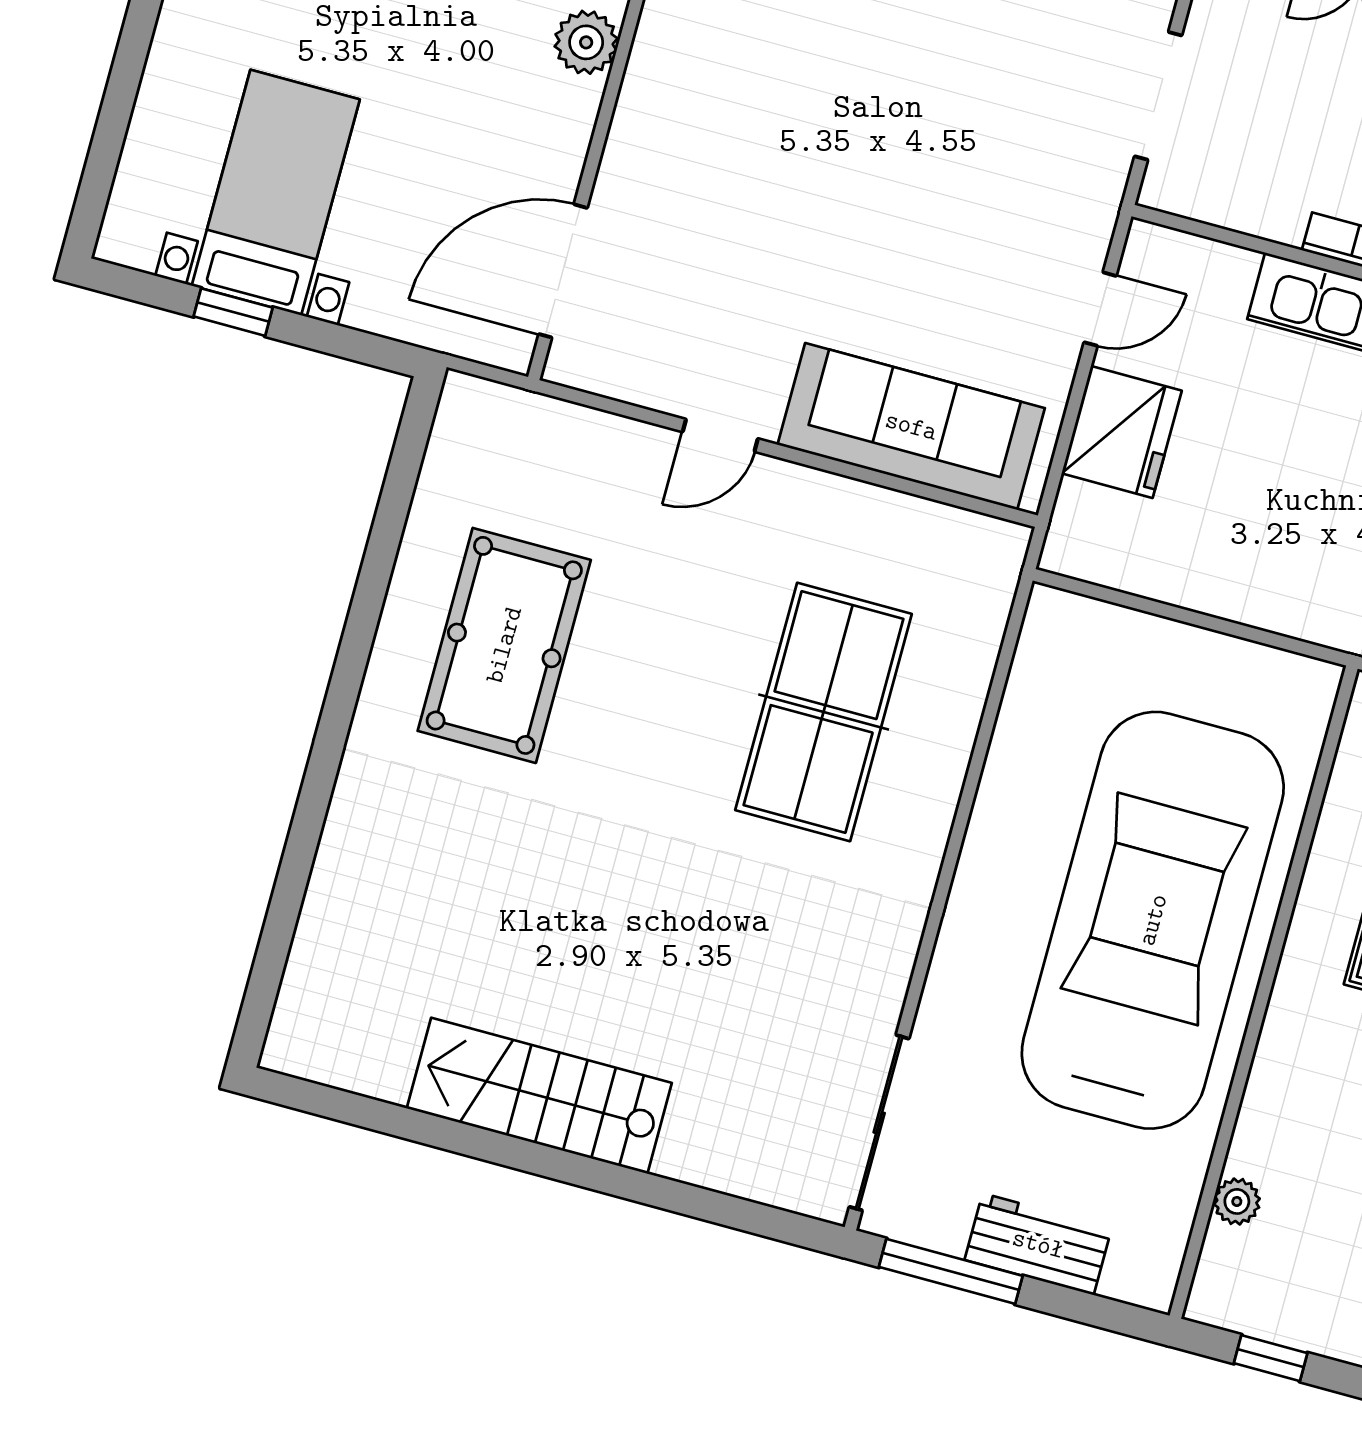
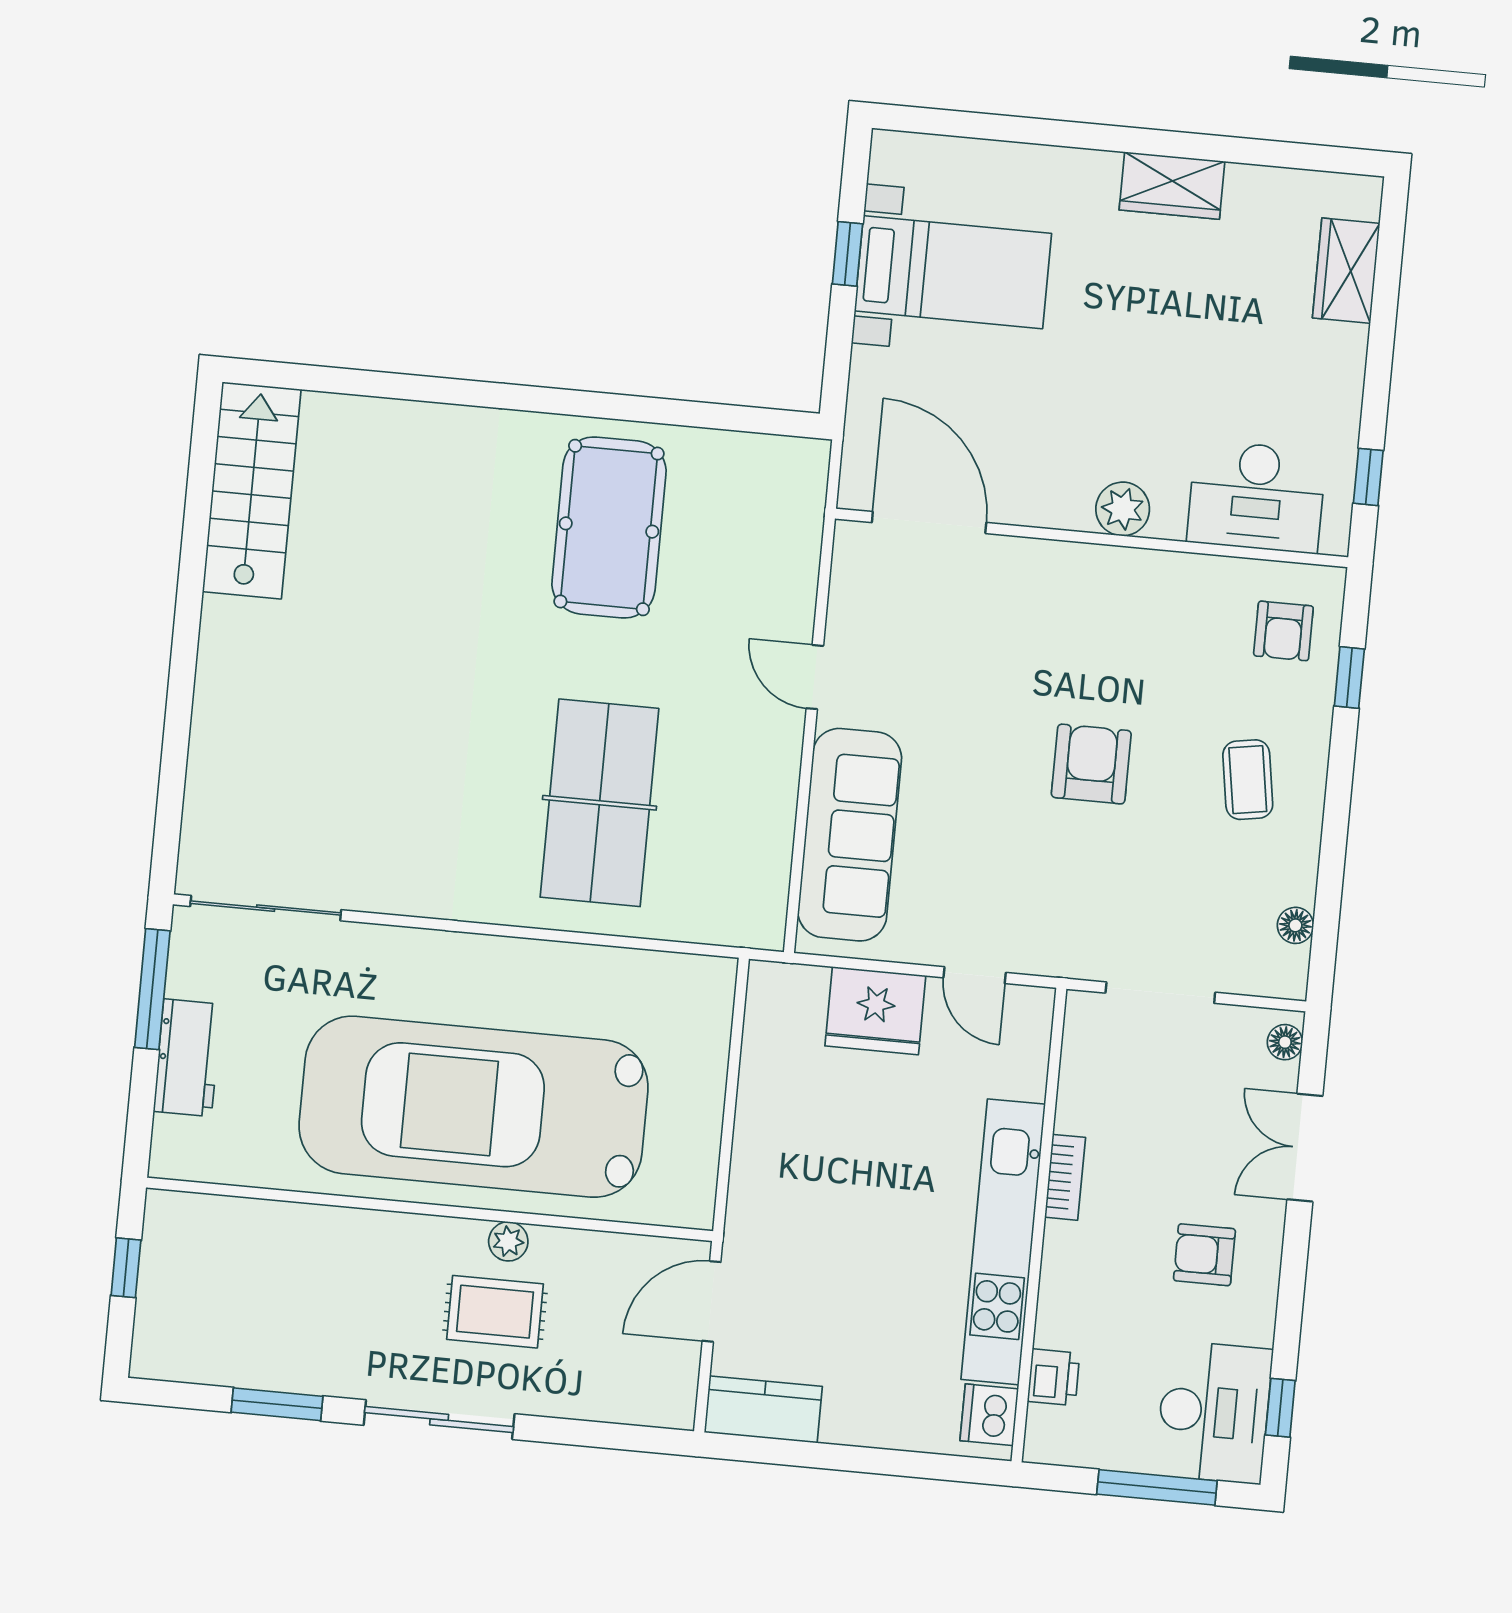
armchair: (877, 130) -> (1091, 764), added
pool table: (504, 645) -> (609, 528), turned 90
table tennis table: (824, 712) -> (599, 803), turned 90
car: (1153, 920) -> (473, 1107), turned 180
stairs: (539, 1096) -> (252, 490), moved
plant: (1237, 1201) -> (508, 1241), moved

